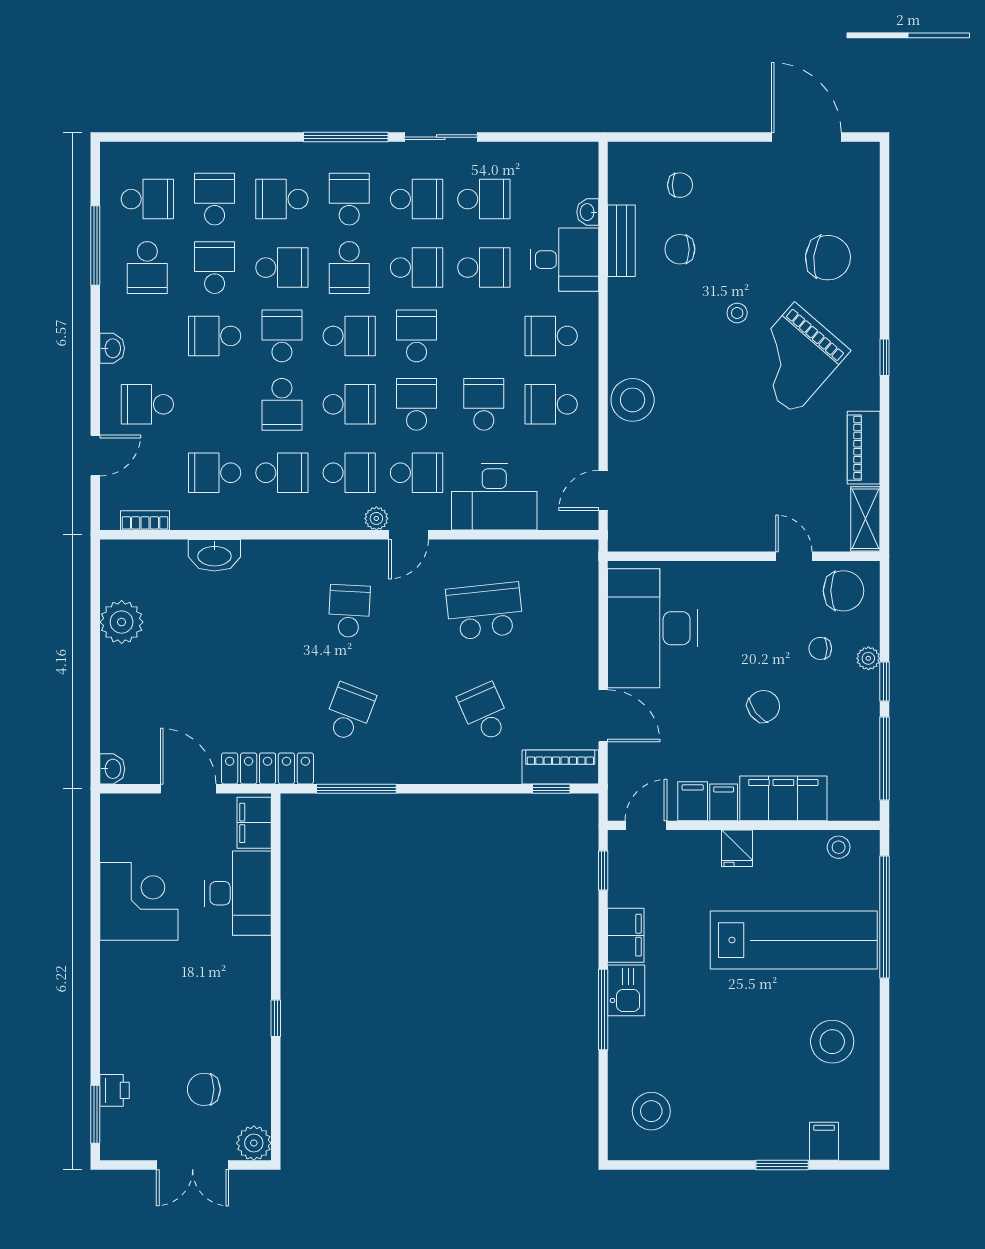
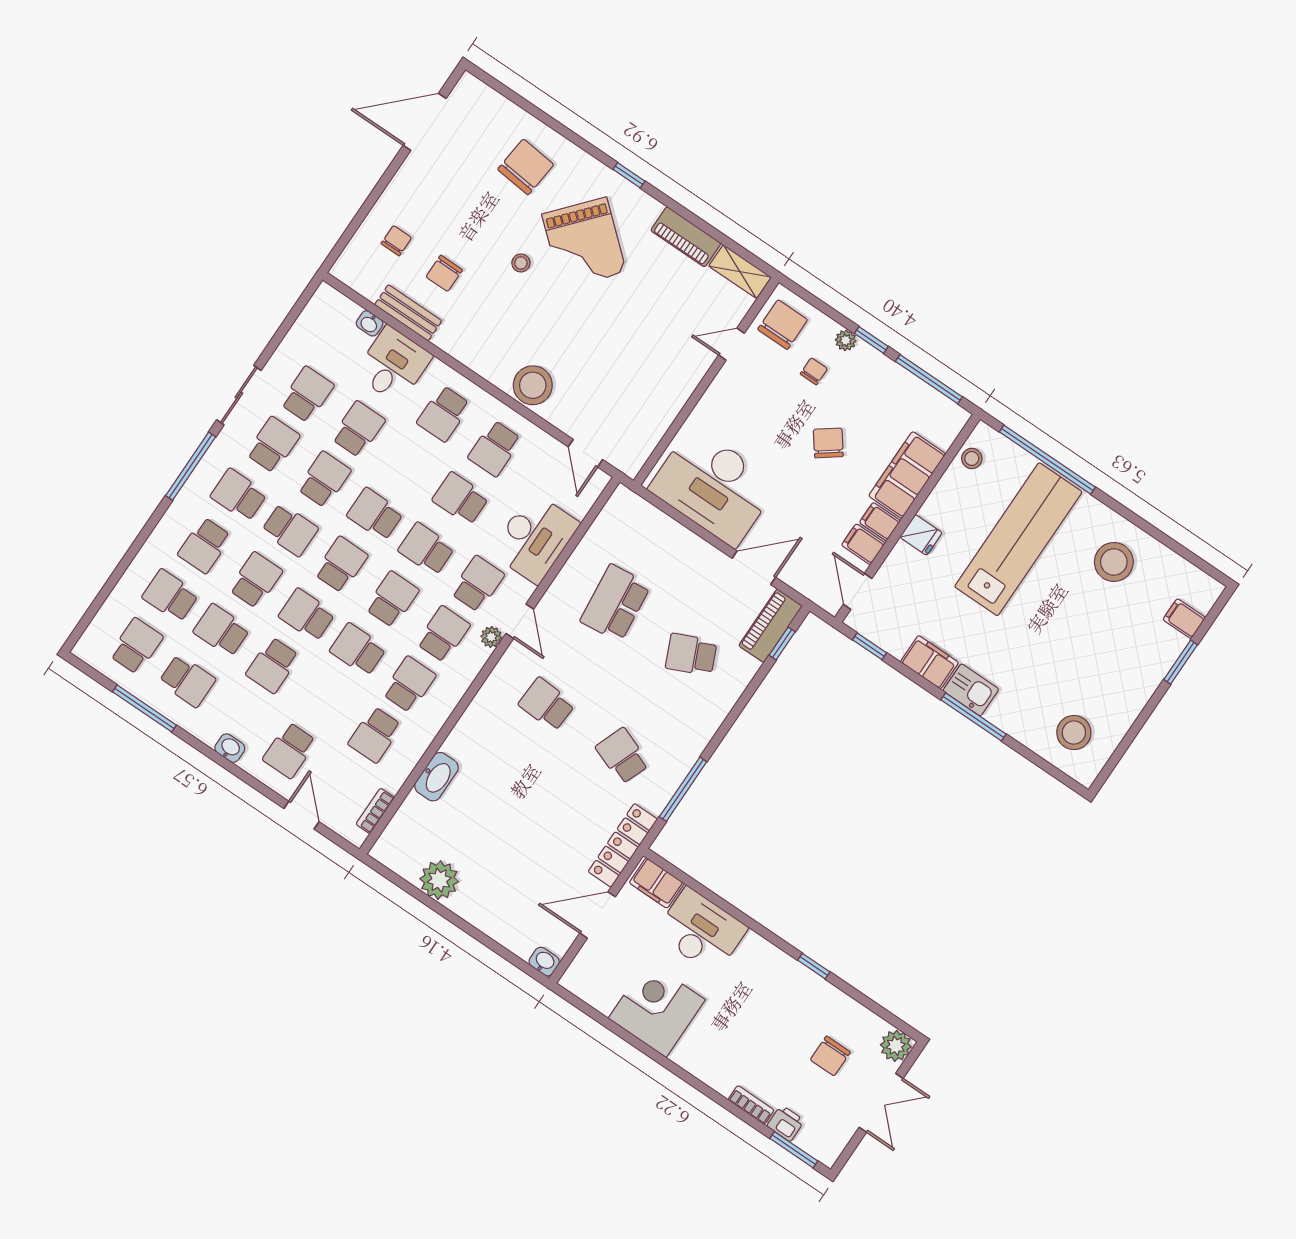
school desk: (282, 404) -> (358, 650), turned 180
chair: (820, 648) -> (814, 371), turned 180
bookcase: (110, 1047) -> (751, 1105), added

